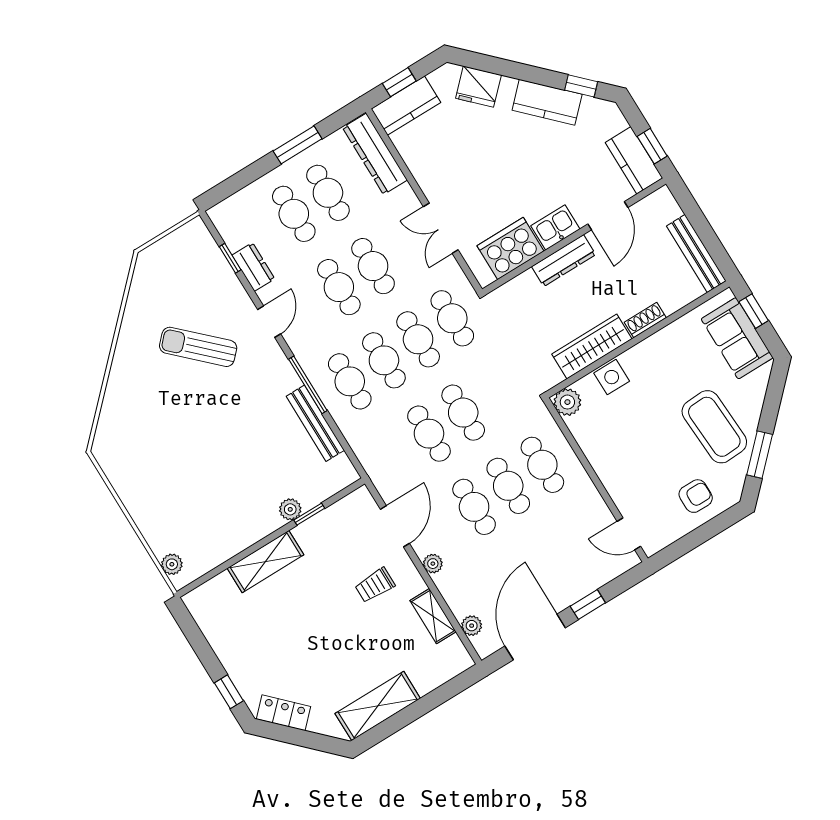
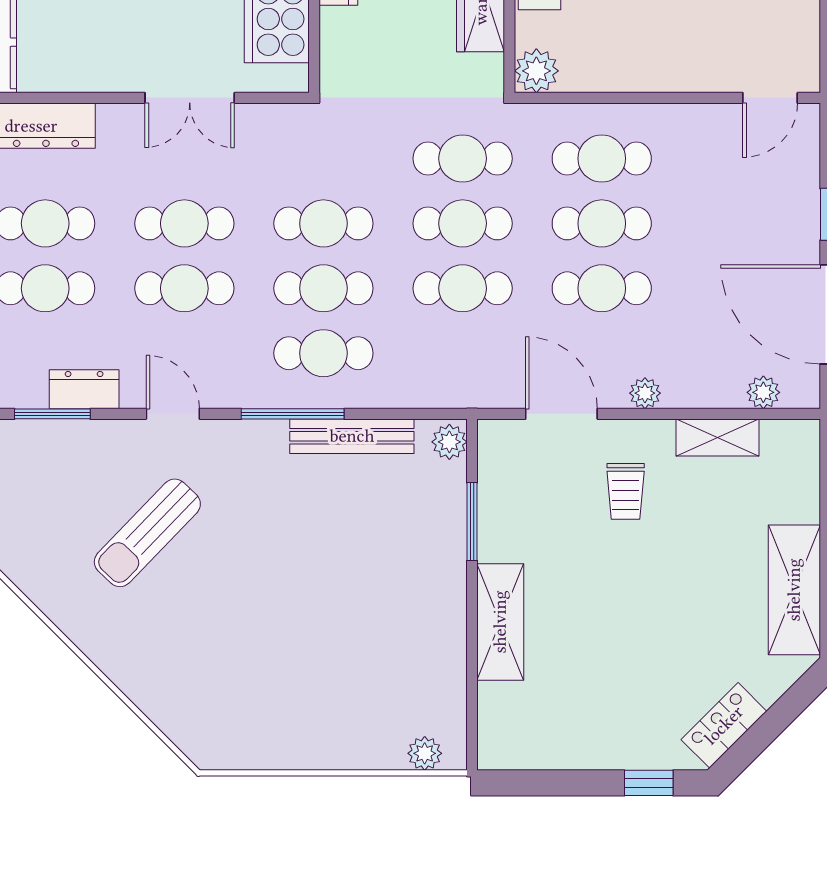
window: (230, 258) -> (52, 414), width x1.50
cafe table: (452, 318) -> (463, 159), moved
plant: (290, 509) -> (449, 442), moved
window: (309, 514) -> (472, 522), width x1.50

